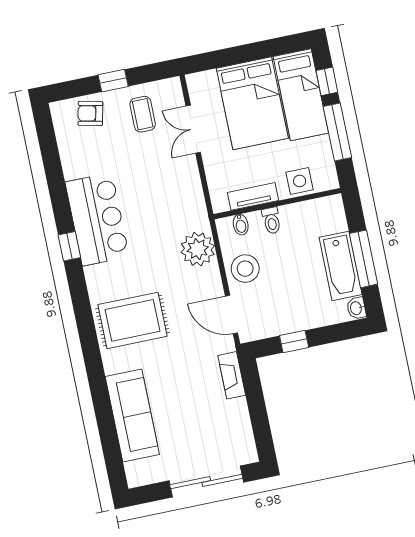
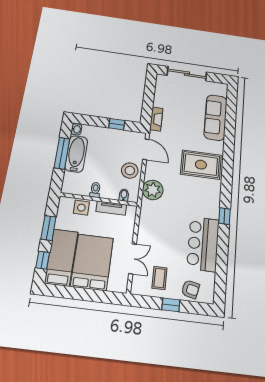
window: (337, 132) -> (48, 228), width x0.69
bar counter: (97, 219) -> (203, 244), moved
toilet: (272, 221) -> (95, 190), moved

